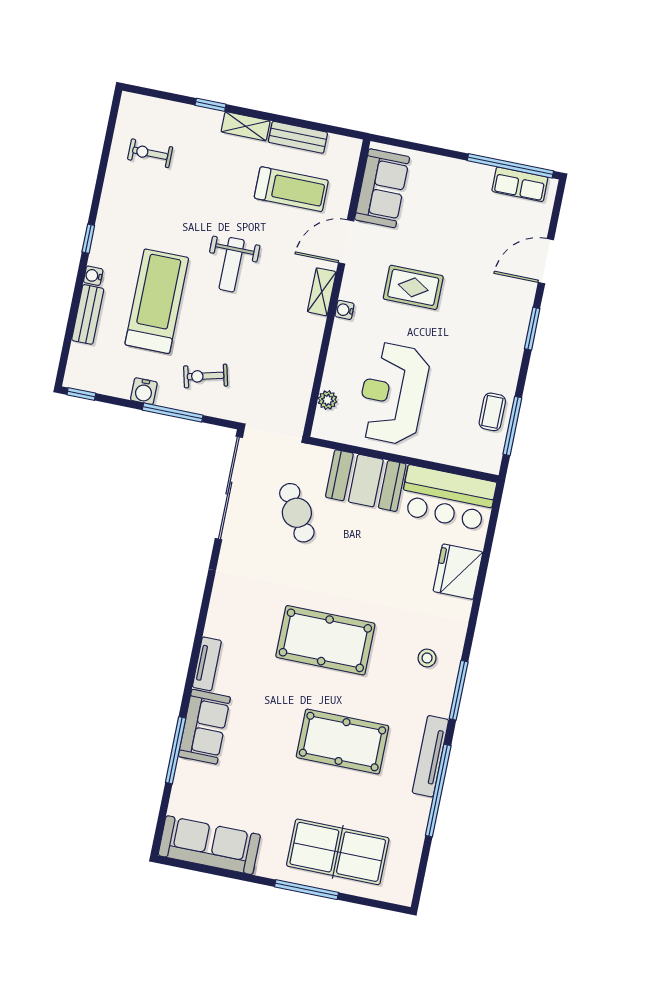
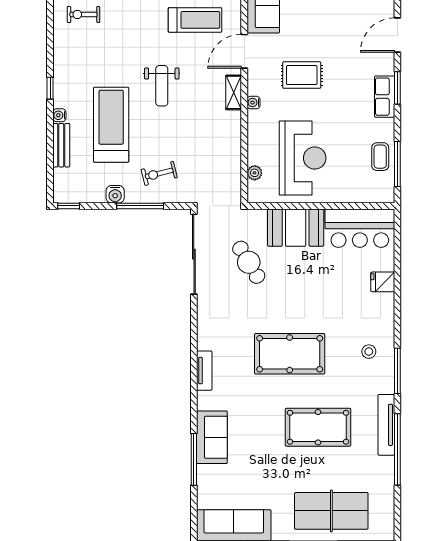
row of seats: (514, 336) -> (385, 97), added
reception desk: (393, 394) -> (303, 158), turned 180
fridge: (458, 572) -> (383, 282), width x0.53, depth x0.75
tv unit: (207, 664) -> (204, 371), moved

